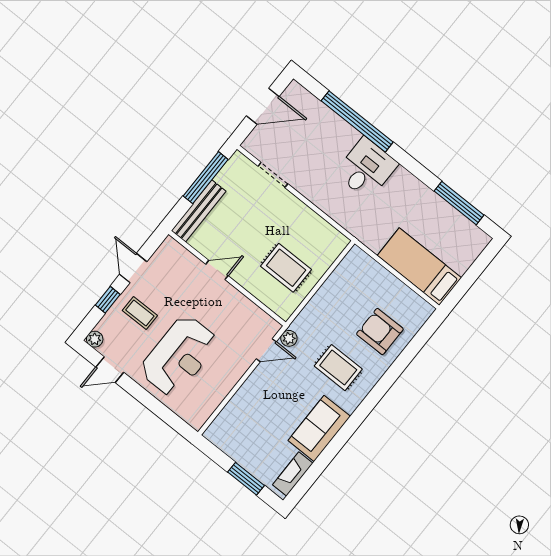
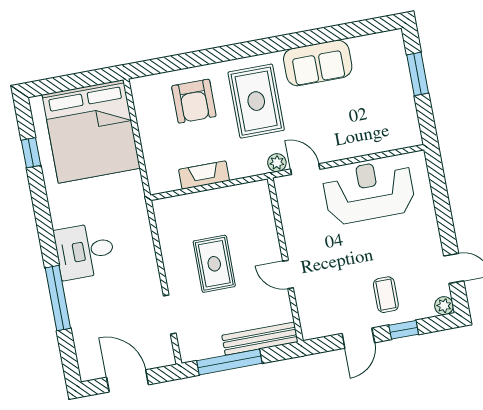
window: (357, 121) -> (58, 298), width x0.68
window: (459, 203) -> (31, 153), width x0.46
bed: (419, 267) -> (91, 131), width x2.04
rug: (286, 268) -> (214, 264), moved
reception desk: (179, 356) -> (369, 192), moved
rug: (338, 368) -> (256, 101), width x1.36, depth x1.43
fireplace: (293, 474) -> (204, 175), moved, turned 180

